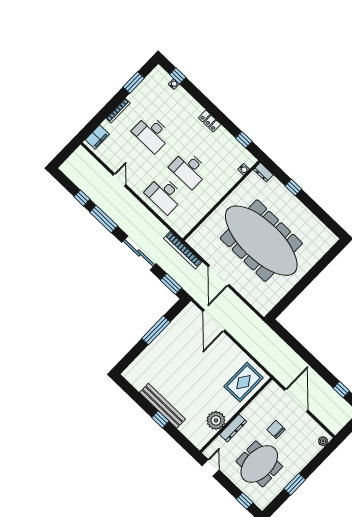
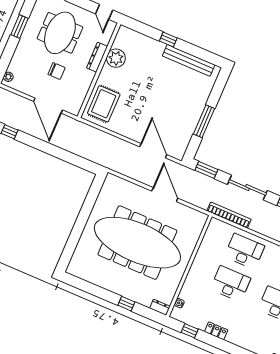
locker: (210, 121) -> (216, 331), moved
bookcase: (183, 250) -> (229, 215), moved
bench: (162, 406) -> (189, 60), moved

